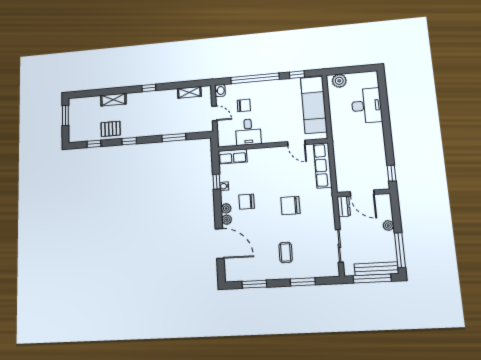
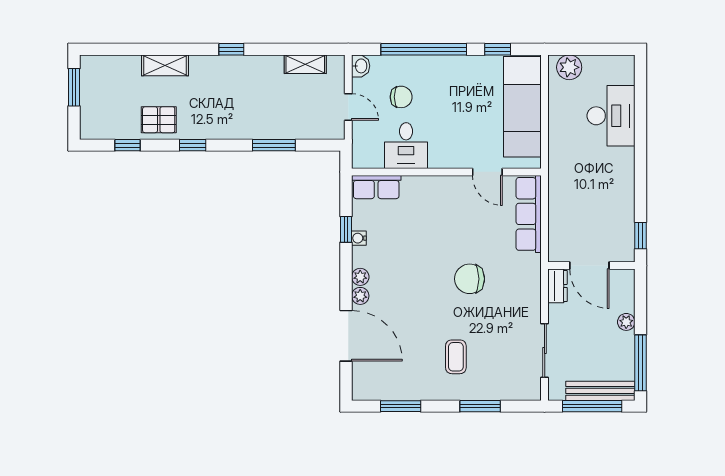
chair: (247, 202) -> (396, 267), removed

